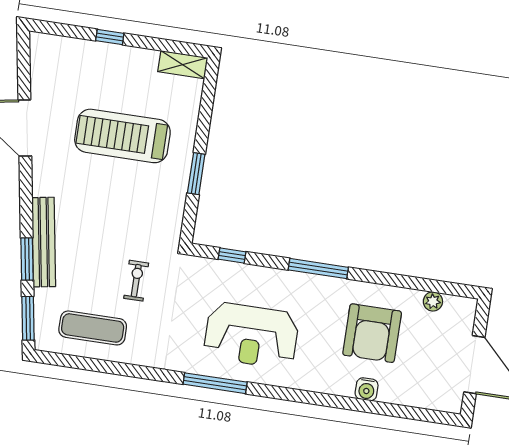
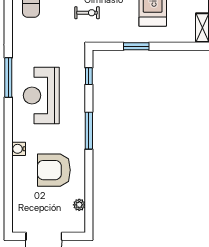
exercise bike: (136, 281) -> (87, 13), moved
water cooler: (367, 389) -> (19, 149), moved

